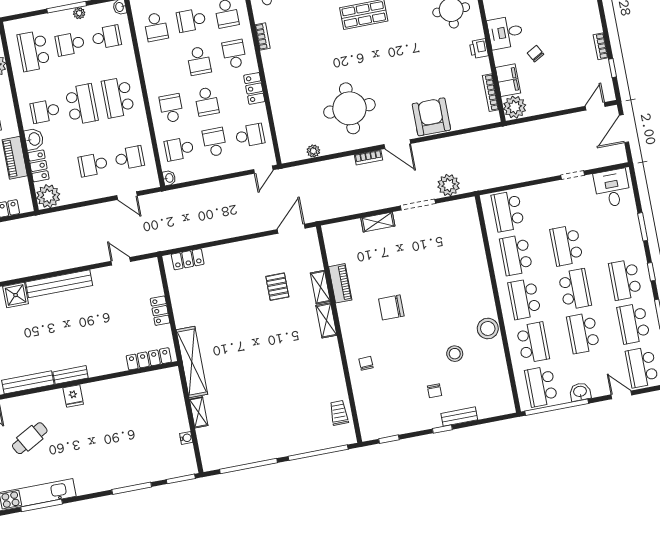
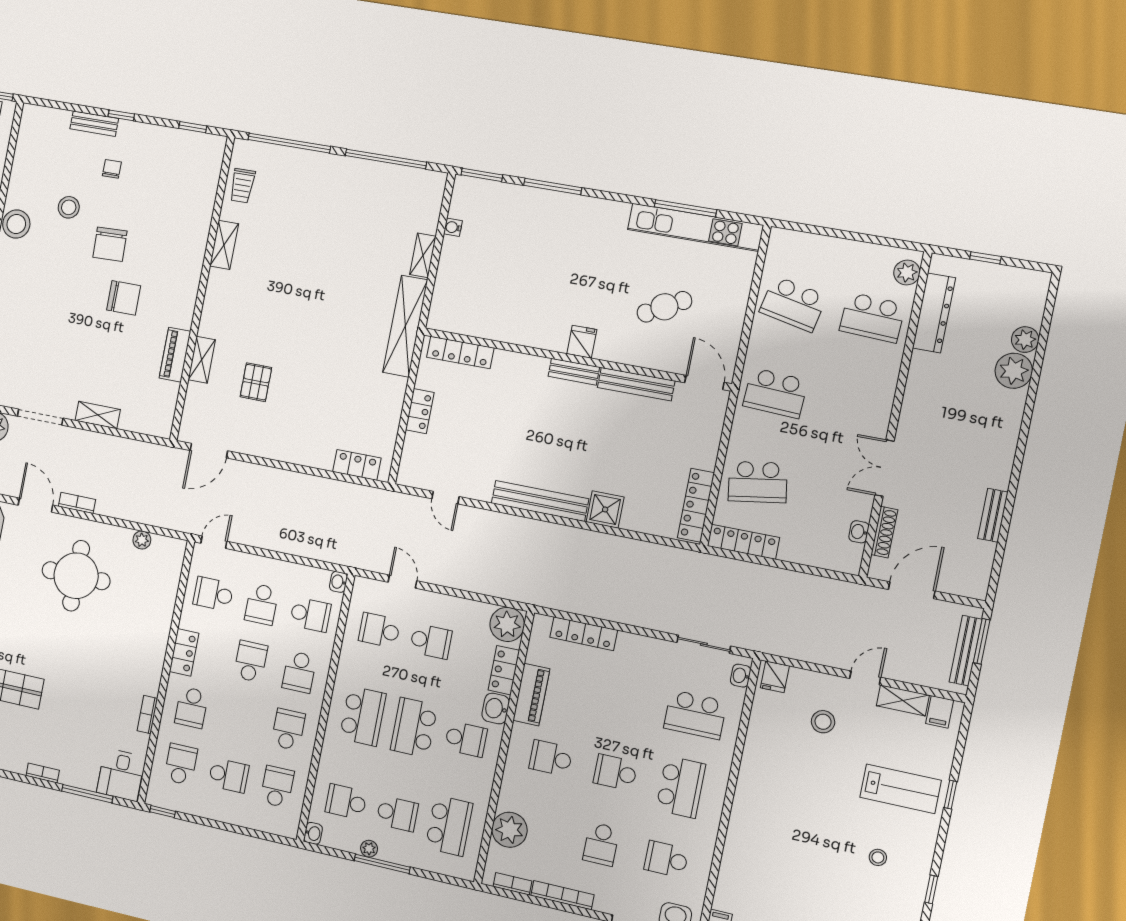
school desk: (199, 61) -> (288, 729), moved
shelving: (326, 320) -> (224, 245), moved
chair: (366, 363) -> (110, 244), moved, width x1.87, depth x1.87

